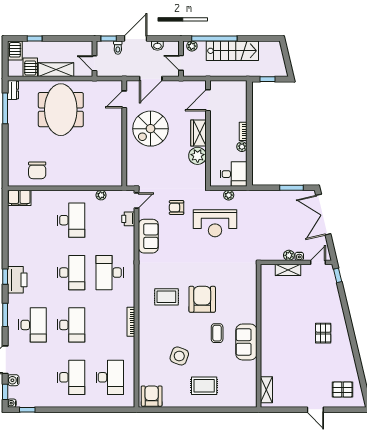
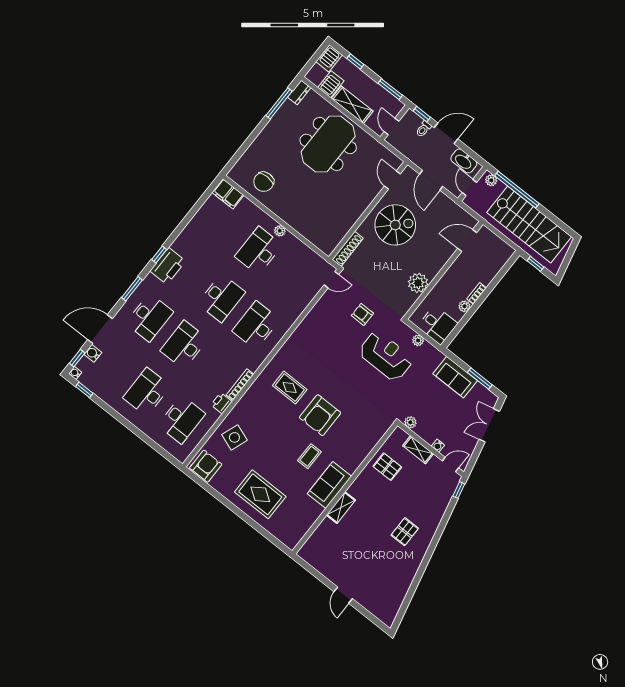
window: (74, 38) -> (390, 89), added
washbasin: (157, 46) -> (464, 161), width x1.91, depth x1.45
stairs: (232, 51) -> (529, 225), width x1.36, depth x1.51
door: (151, 79) -> (431, 180), hinge flipped
door: (124, 99) -> (392, 180), hinge flipped
spiral stairs: (151, 129) -> (395, 225), turned 180
wardrobe: (199, 133) -> (435, 263), removed
shoe rack: (131, 171) -> (348, 249), added
plant: (101, 195) -> (280, 231), moved
double door: (323, 215) -> (489, 425), width x0.73
printer: (128, 219) -> (221, 403), moved
desk: (71, 220) -> (259, 251), turned 180
reception desk: (215, 223) -> (386, 356), turned 180
sofa: (148, 236) -> (455, 377), moved, turned 90
plant: (289, 255) -> (410, 422), moved
armchair: (202, 299) -> (320, 415), turned 180
desk: (71, 325) -> (184, 345), turned 180
side table: (179, 356) -> (234, 437), moved
desk: (71, 377) -> (147, 392), turned 180
rug: (204, 386) -> (260, 494), width x1.36, depth x1.43
shelving: (266, 390) -> (341, 508), moved
pallet: (342, 390) -> (387, 467), moved

